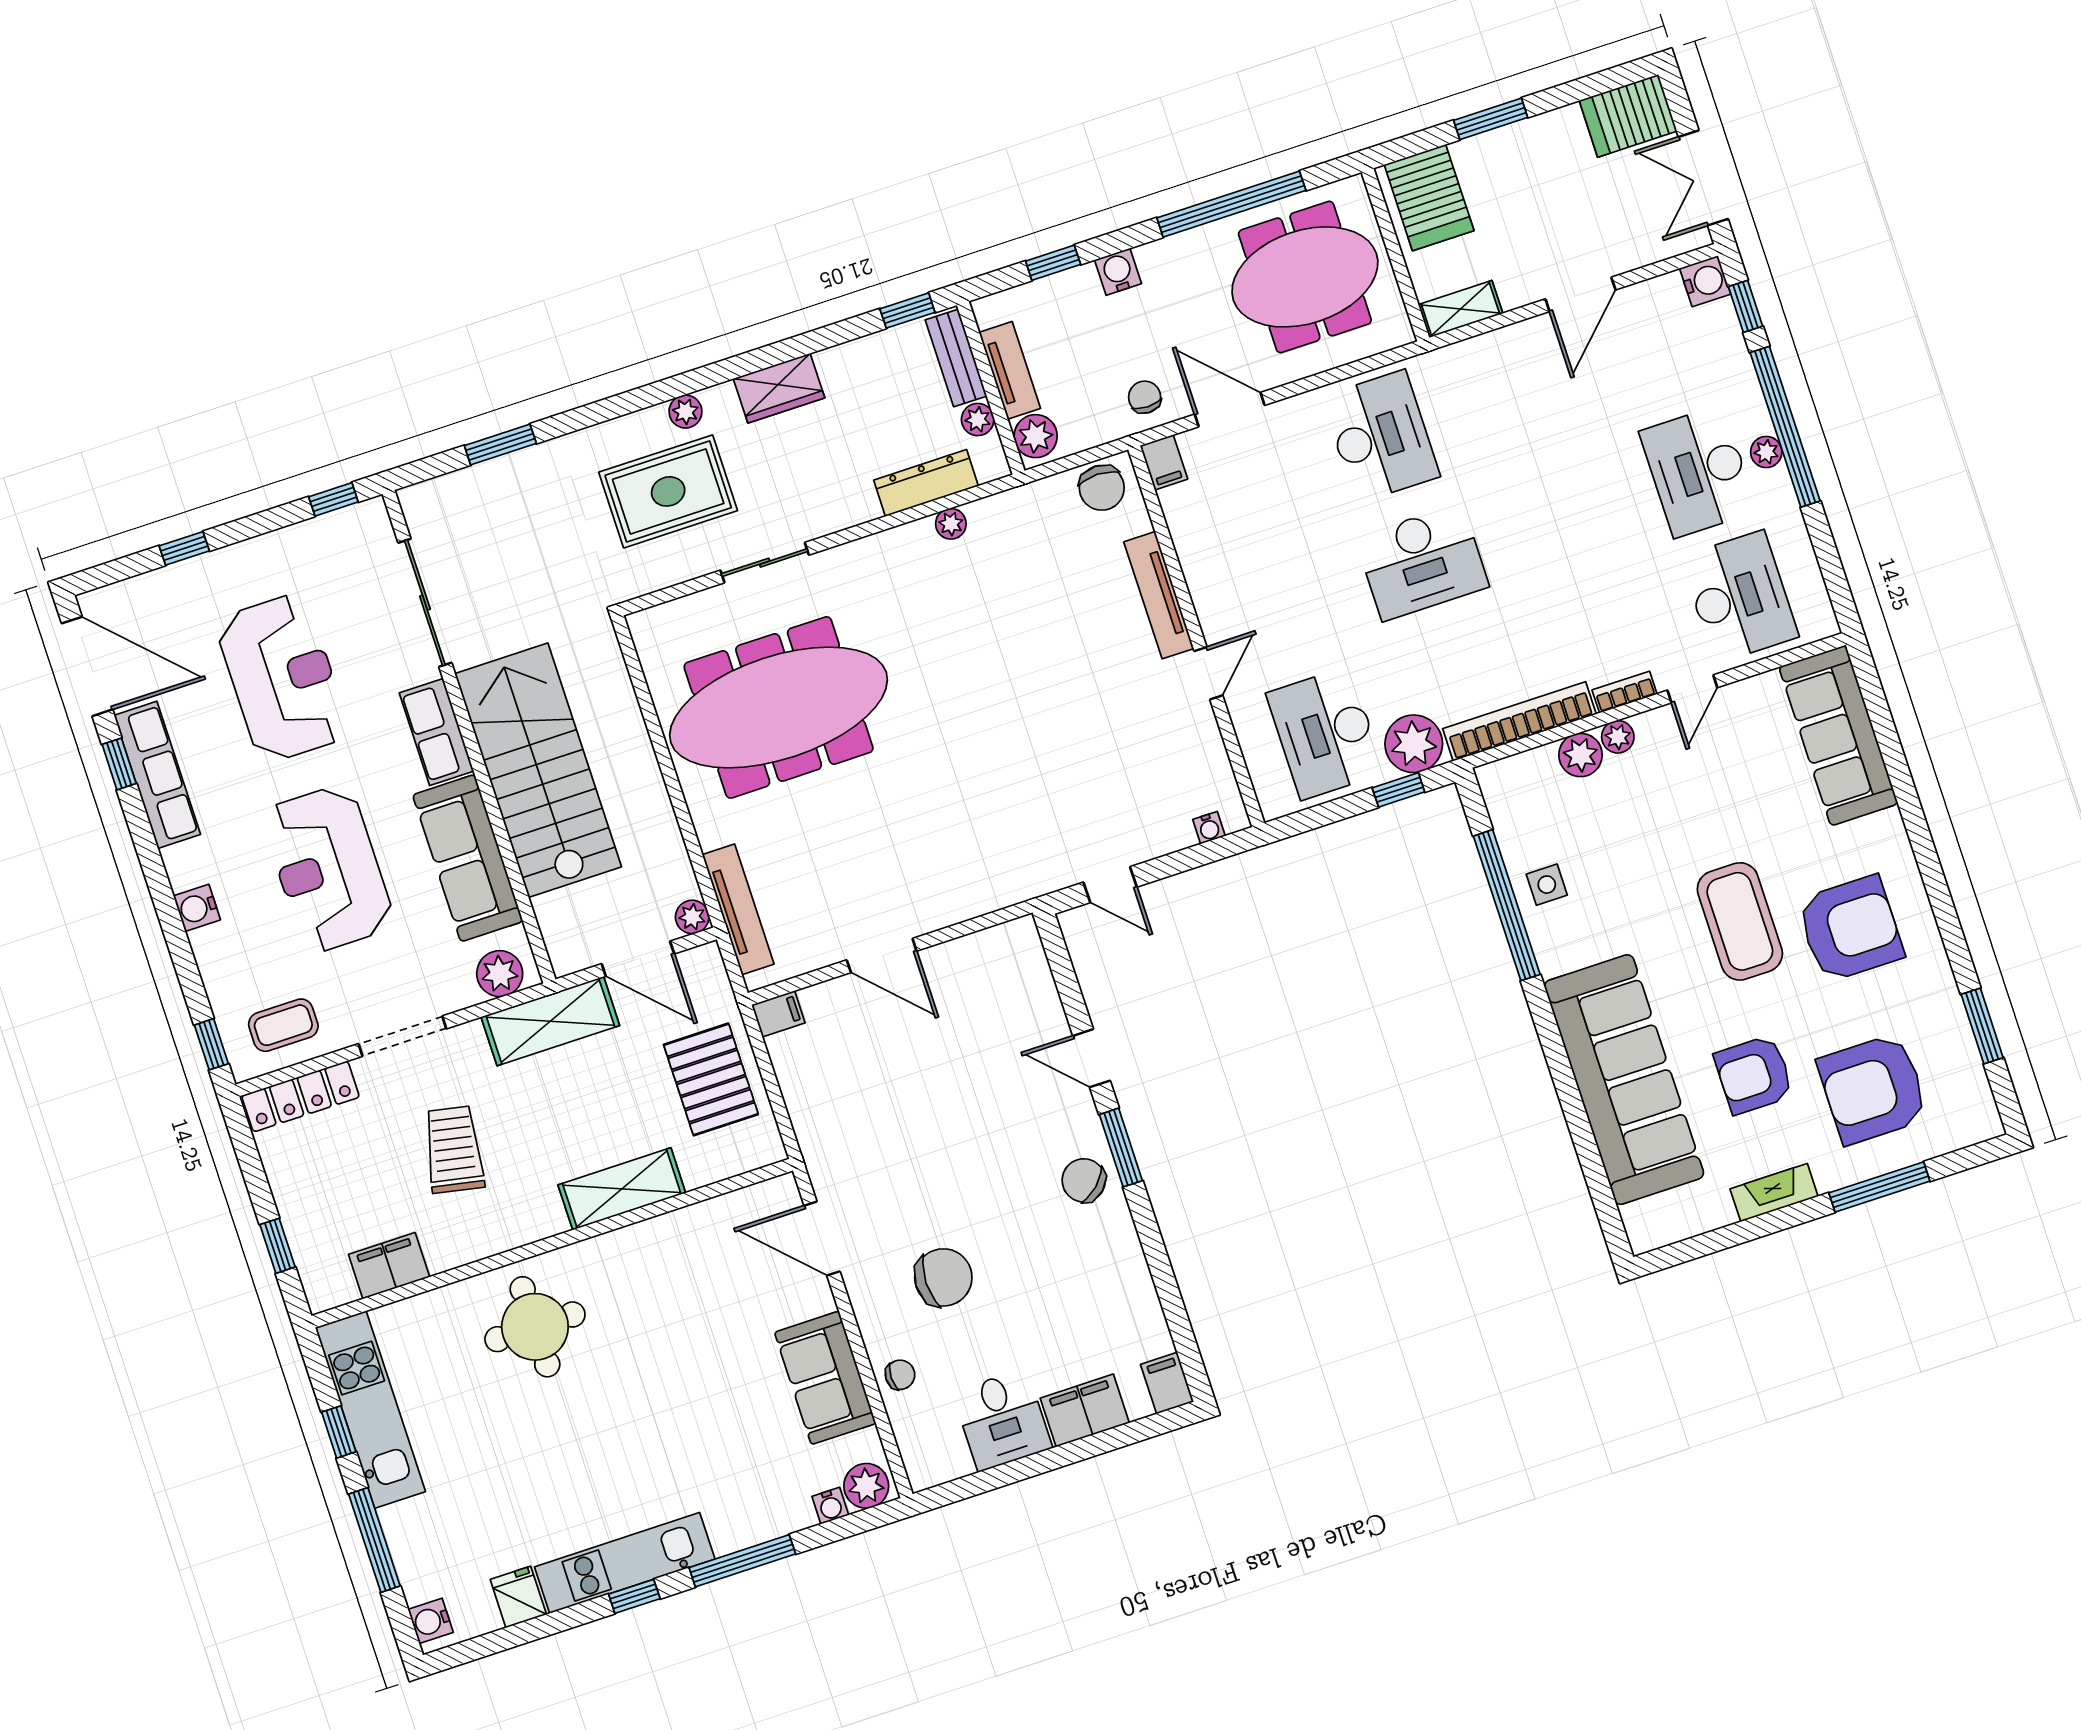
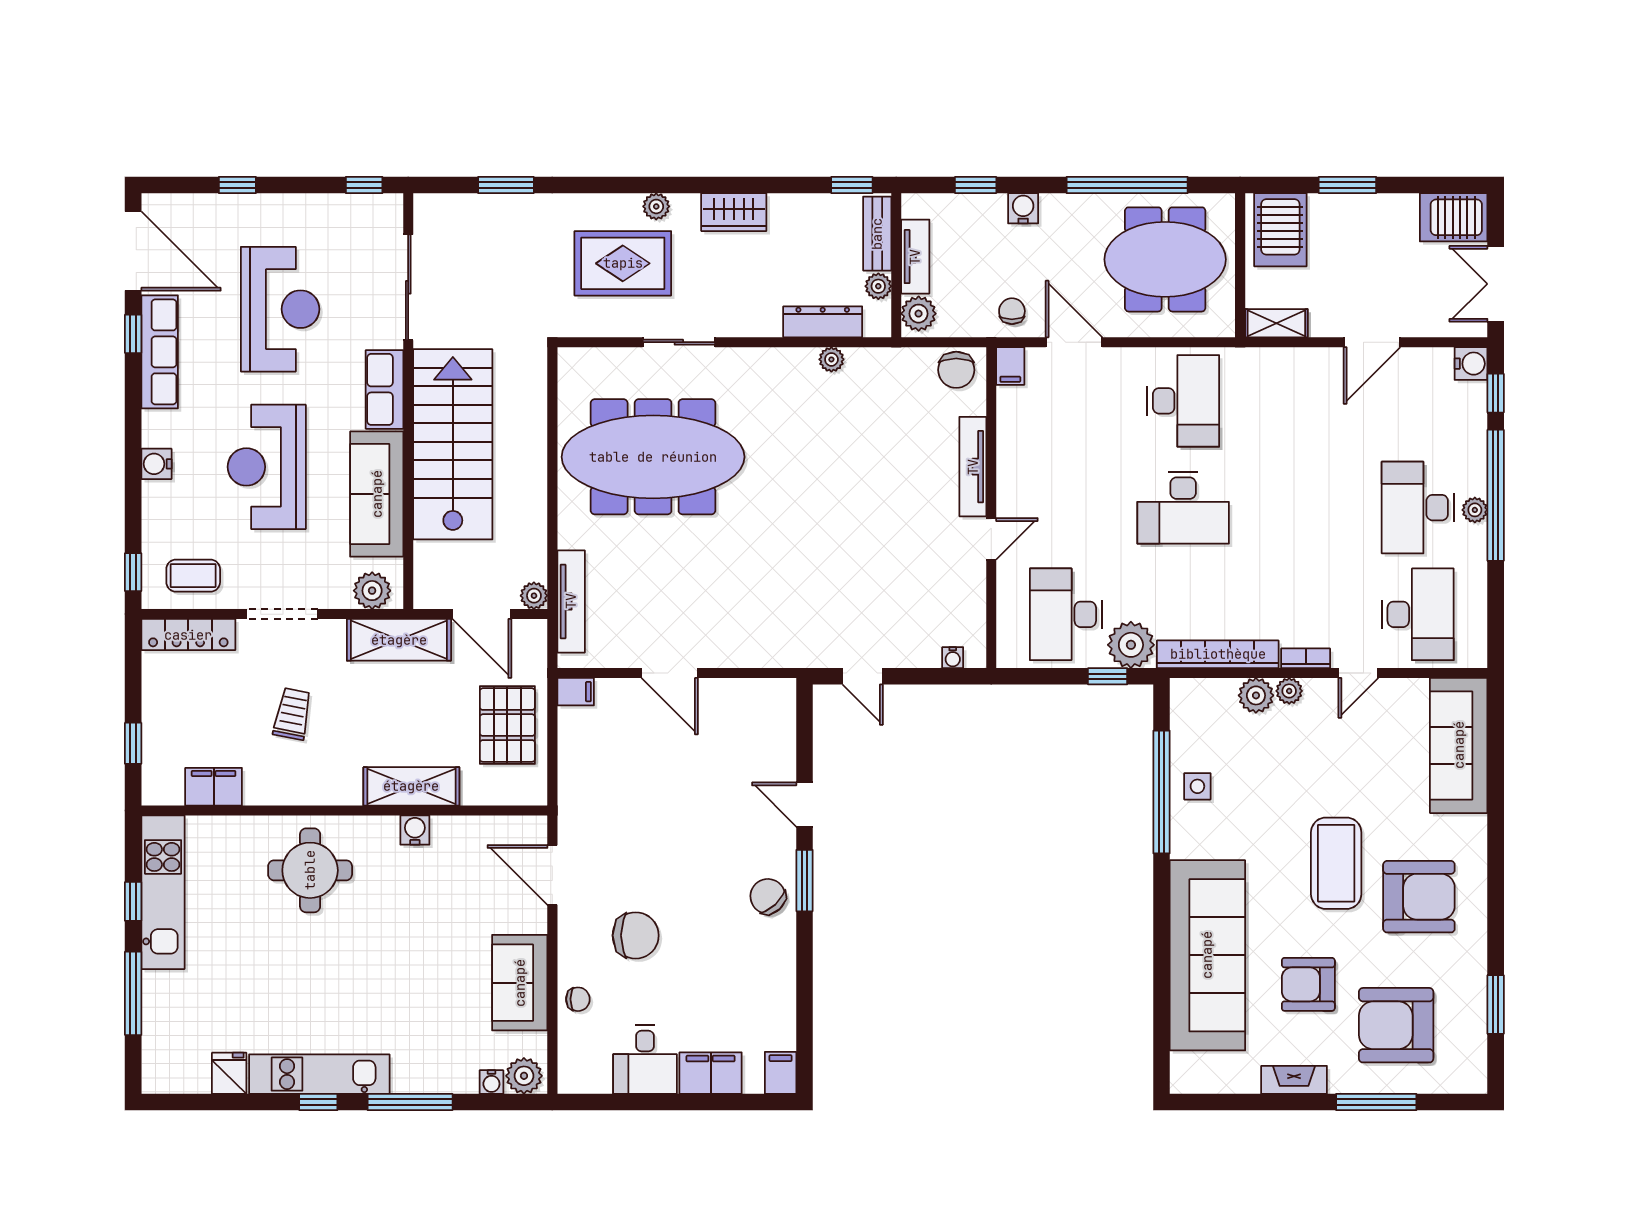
trolley: (454, 1150) -> (292, 714), width x0.73, depth x0.72
water cooler: (431, 1621) -> (415, 830), moved, turned 90

